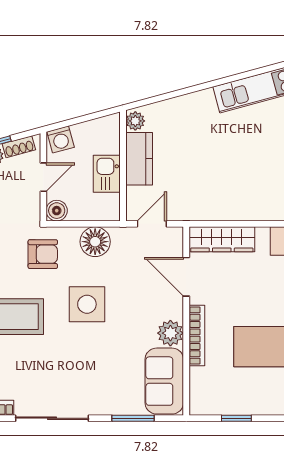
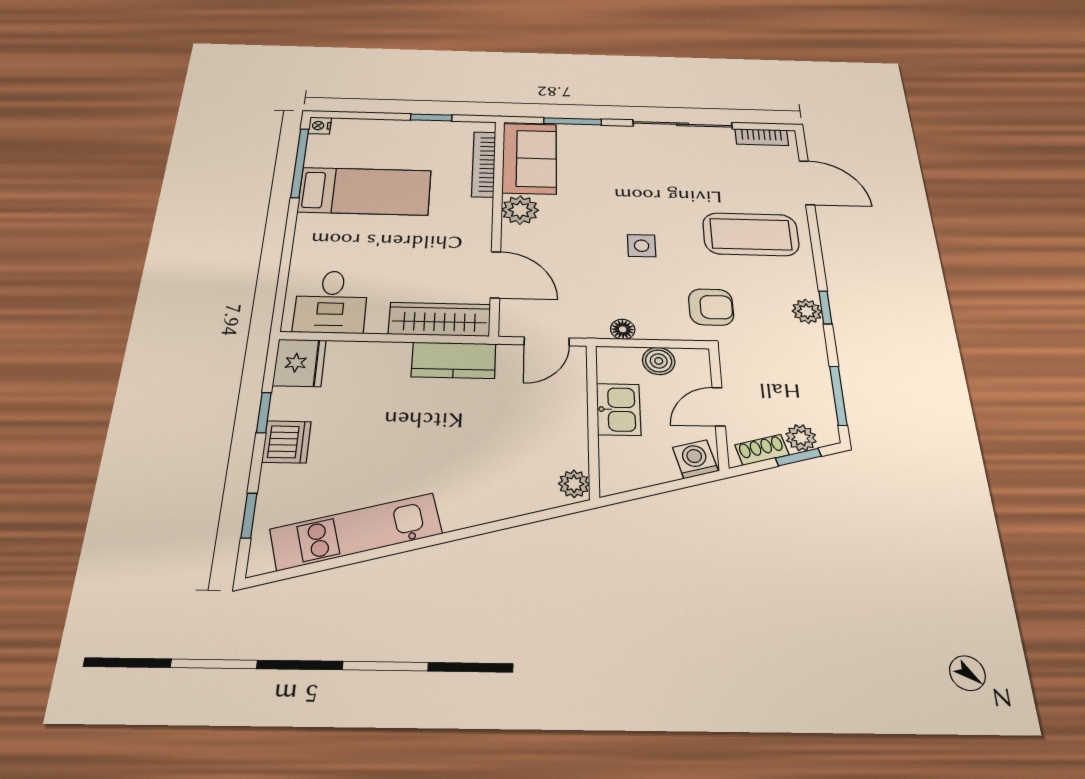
kitchen counter: (139, 159) -> (454, 360), moved, turned -90
boiler: (57, 211) -> (659, 361), moved
floor lamp: (95, 242) -> (623, 329), width x0.53, depth x0.53
armchair: (43, 254) -> (711, 307), turned 180
side table: (87, 304) -> (642, 246), width x0.54, depth x0.54
bookcase: (197, 335) -> (484, 164), moved

